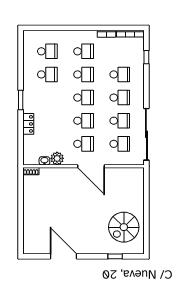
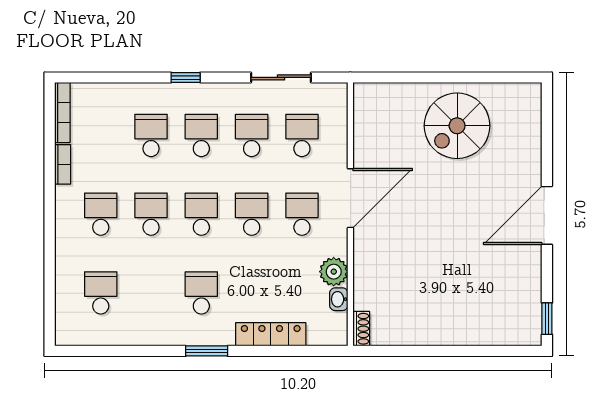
window: (146, 57) -> (186, 77), moved
school desk: (47, 74) -> (201, 293), moved
locker: (28, 124) -> (271, 334), width x1.53
sliding door: (146, 134) -> (281, 77), width x0.54
spiral stairs: (124, 227) -> (457, 126), moved, turned 90
door: (64, 256) -> (547, 215), moved
window: (115, 256) -> (547, 319), moved

